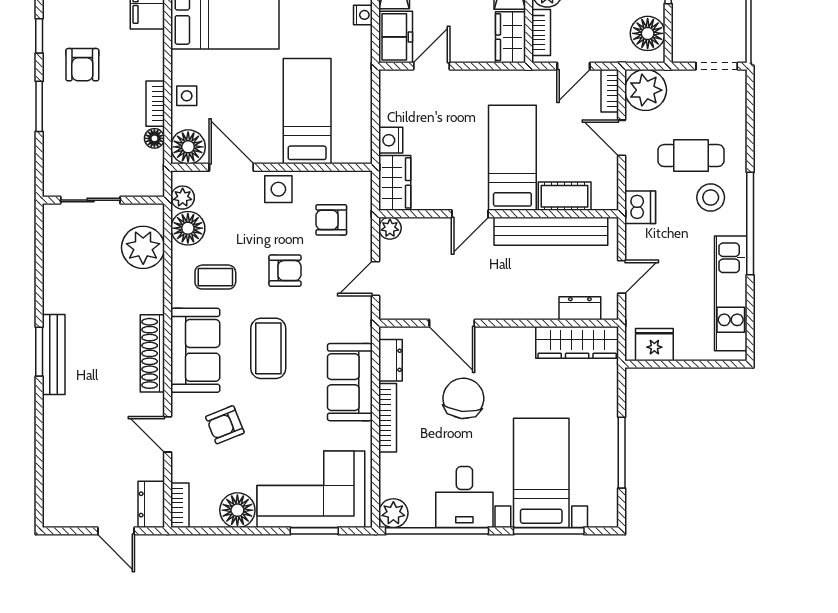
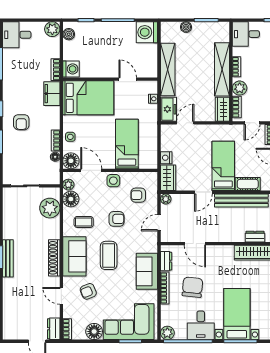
chair: (463, 398) -> (192, 287), moved

